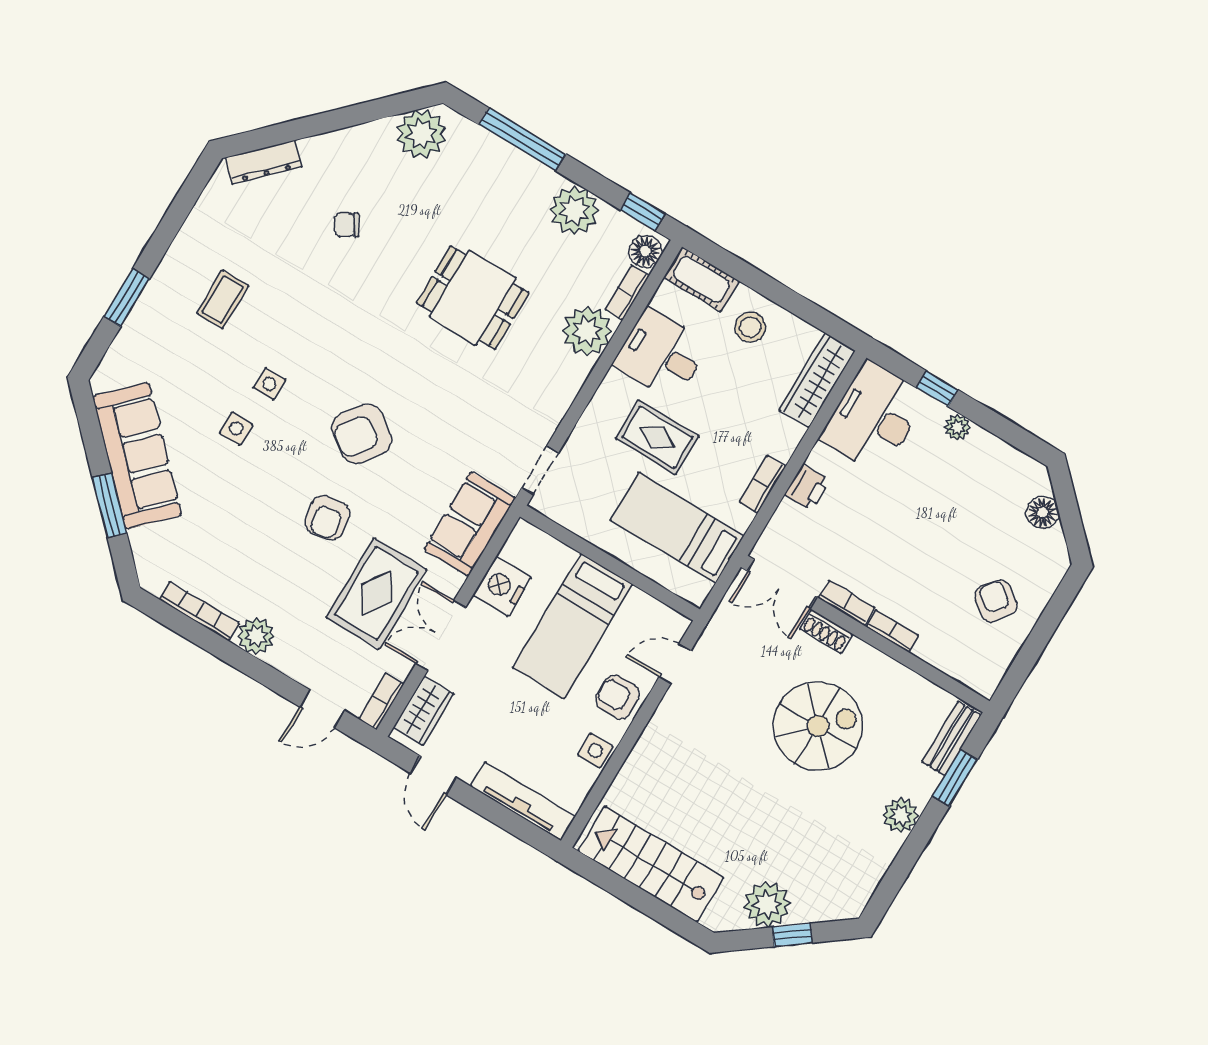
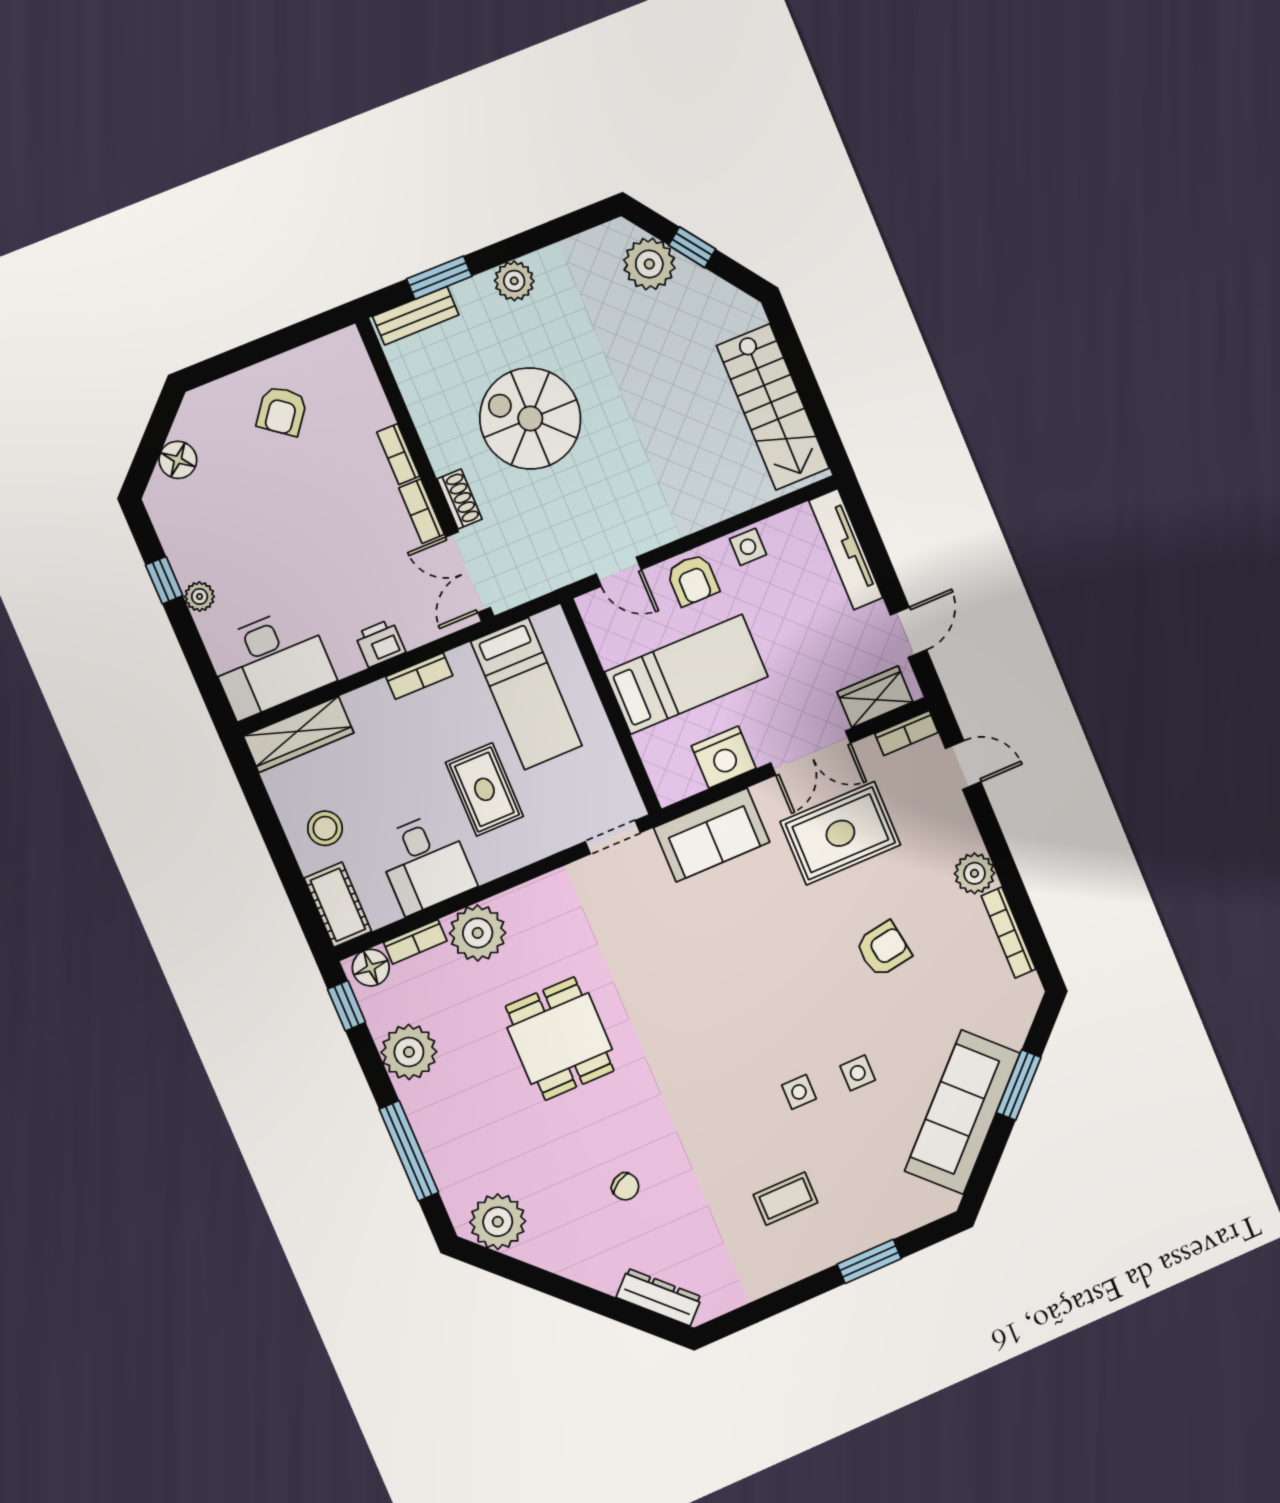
window: (937, 389) -> (164, 580), moved
armchair: (362, 434) -> (749, 987), removed
armchair: (327, 518) -> (883, 949), moved
double door: (782, 584) -> (468, 572), swing flipped
plant: (767, 905) -> (649, 264), moved

